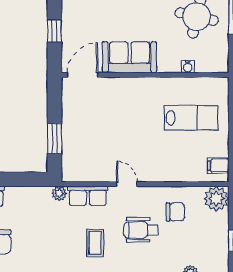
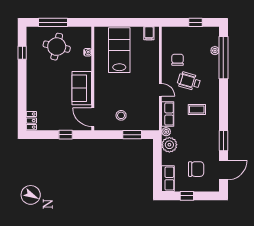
lab bench: (191, 118) -> (119, 50), width x1.36, depth x1.39
stool: (86, 121) -> (121, 115), added
door: (127, 184) -> (160, 90), swing flipped
plant: (216, 199) -> (169, 145), moved
wheelchair: (141, 230) -> (189, 81), turned 106

